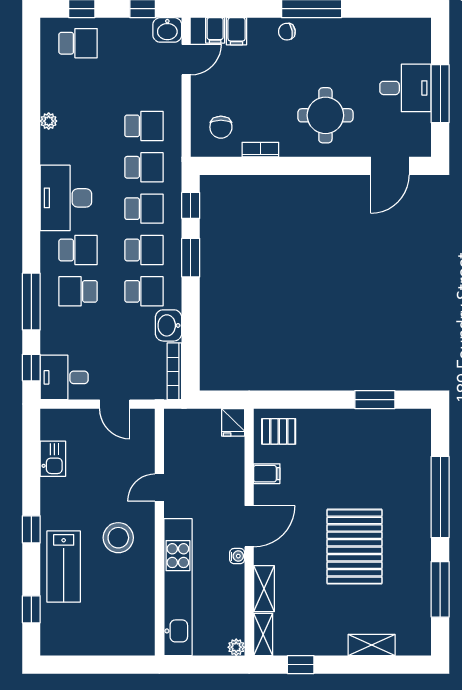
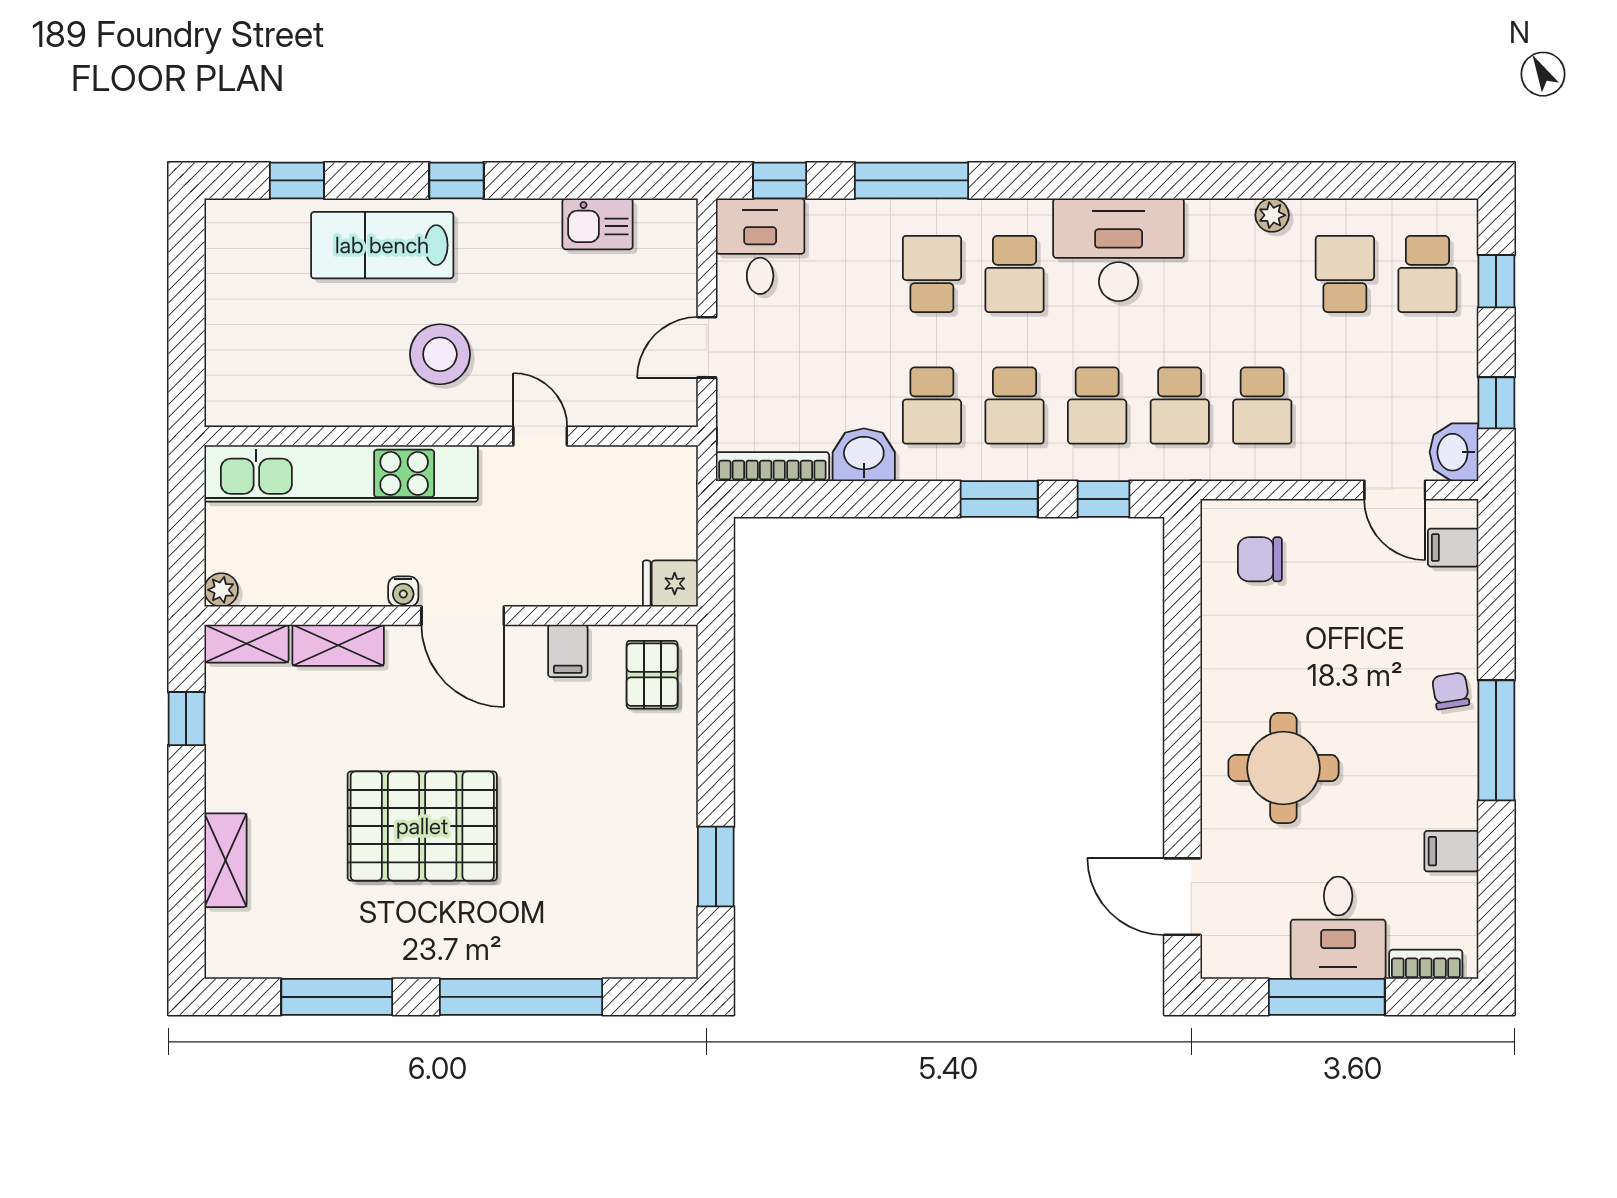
filing cabinet: (237, 31) -> (1451, 851), moved
school desk: (78, 85) -> (1345, 274), added
bookcase: (260, 150) -> (1426, 964), moved, turned -90

